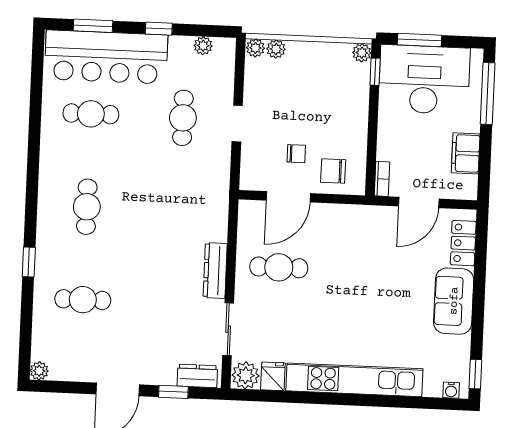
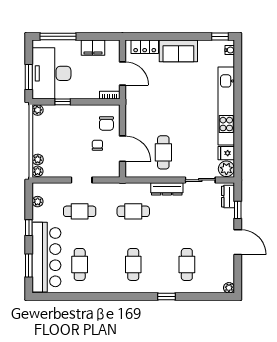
window: (375, 72) -> (63, 102), moved
cafe table: (87, 207) -> (133, 264), turned 90
cafe table: (179, 211) -> (133, 211), added

